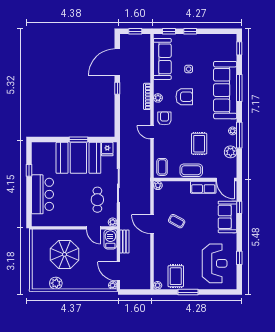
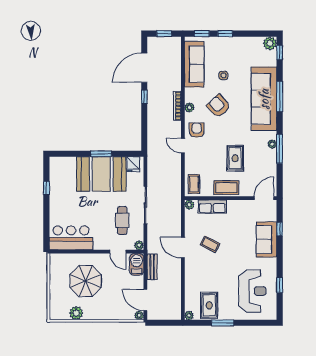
armchair: (184, 97) -> (219, 106), turned -133
plant: (231, 152) -> (270, 43), moved
door: (225, 180) -> (264, 198), swing flipped
row of seats: (203, 187) -> (212, 207), moved
bar counter: (43, 194) -> (71, 238), moved, turned -90

